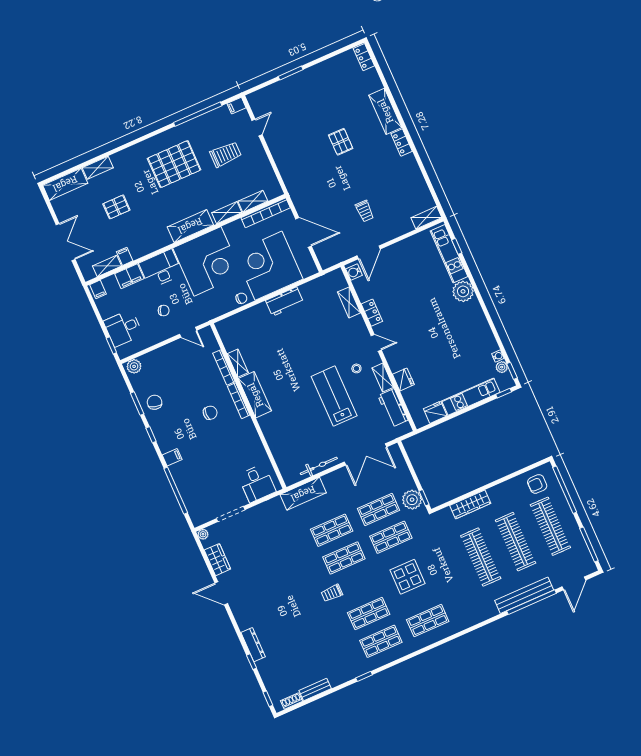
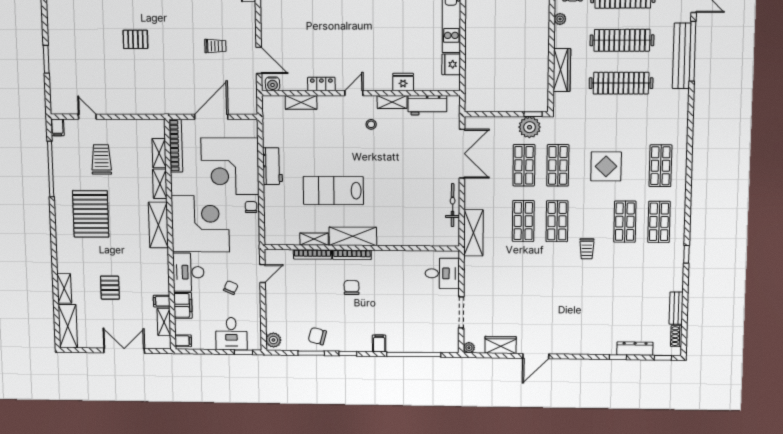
lab bench: (334, 396) -> (333, 191), moved
plant: (511, 484) -> (560, 19), added
dresser: (253, 645) -> (635, 349), moved

